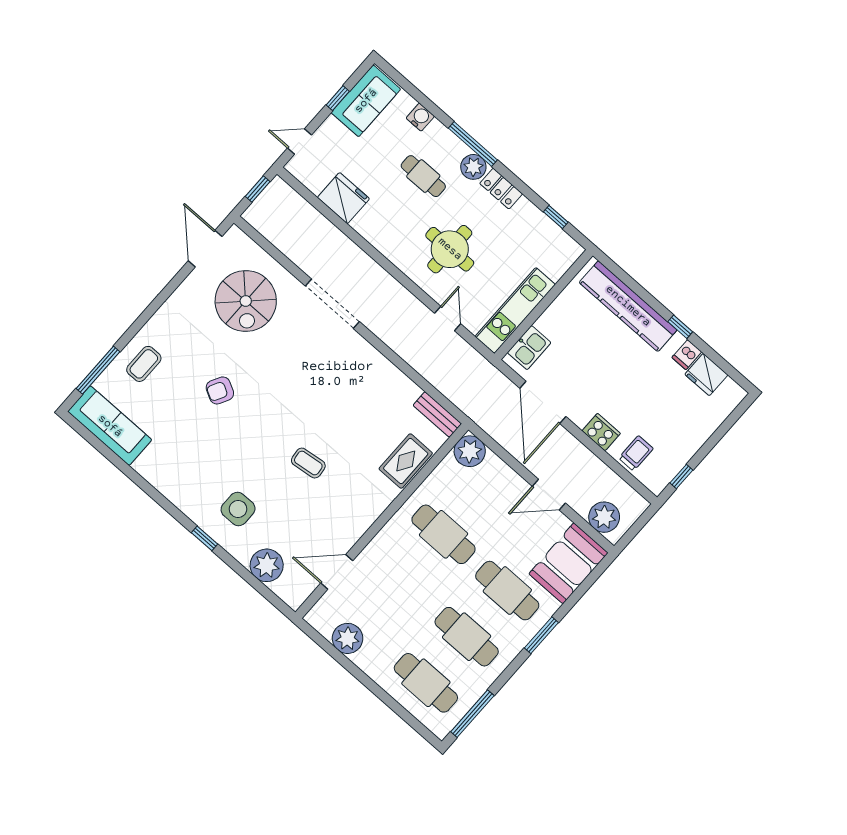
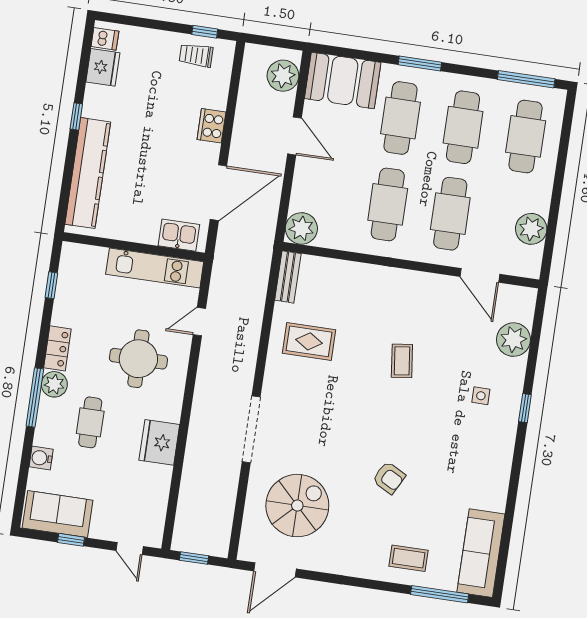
fridge: (343, 198) -> (159, 442), moved
dishwasher: (687, 355) -> (105, 39), moved
trolley: (636, 453) -> (196, 55), moved
rug: (406, 461) -> (309, 341), moved
side table: (238, 509) -> (481, 396), width x0.54, depth x0.54
cafe table: (403, 580) -> (450, 214), added

